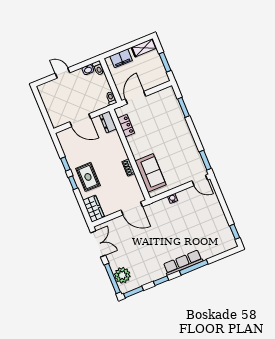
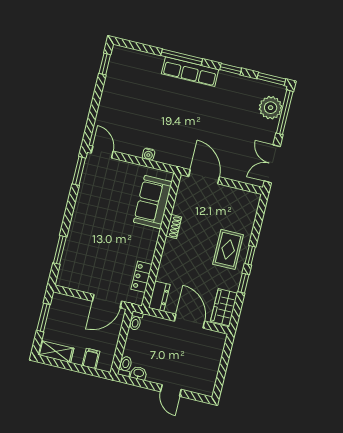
filing cabinet: (121, 58) -> (91, 358), width x0.50
wardrobe: (94, 209) -> (224, 307), moved

